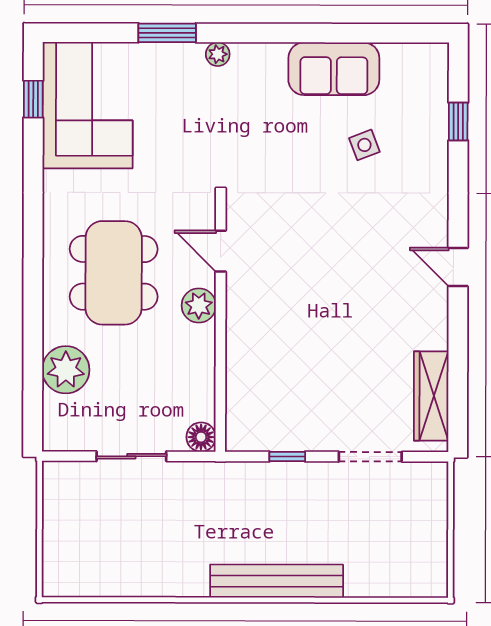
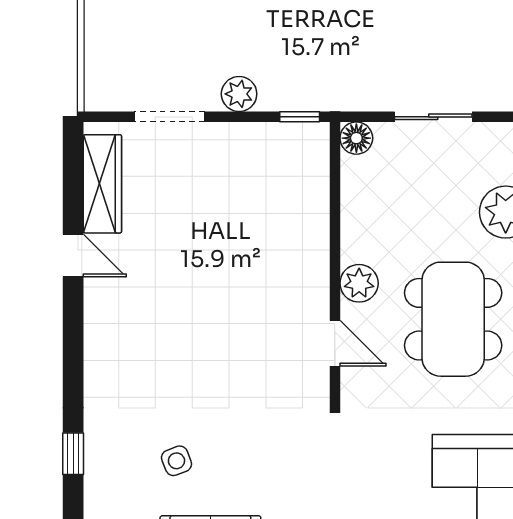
window: (458, 121) -> (73, 454), moved
door: (458, 267) -> (73, 255), moved
window: (287, 457) -> (300, 117), moved
plant: (307, 477) -> (239, 94), added

